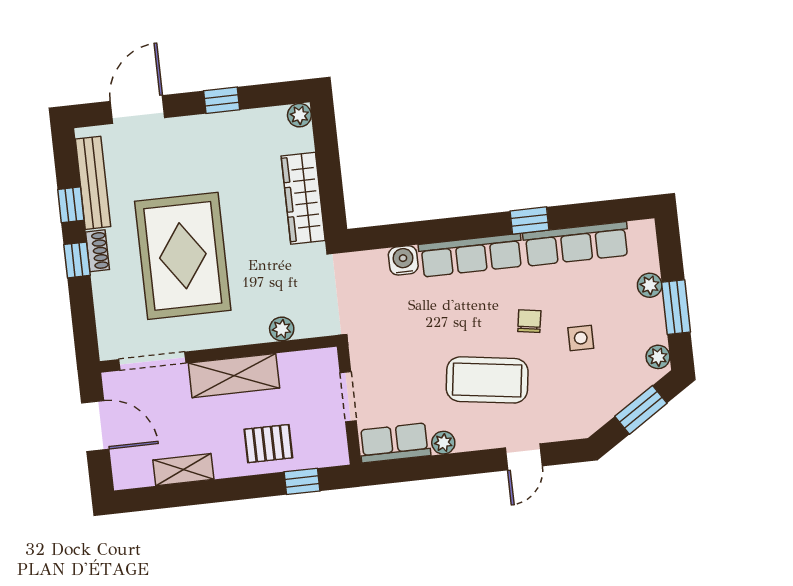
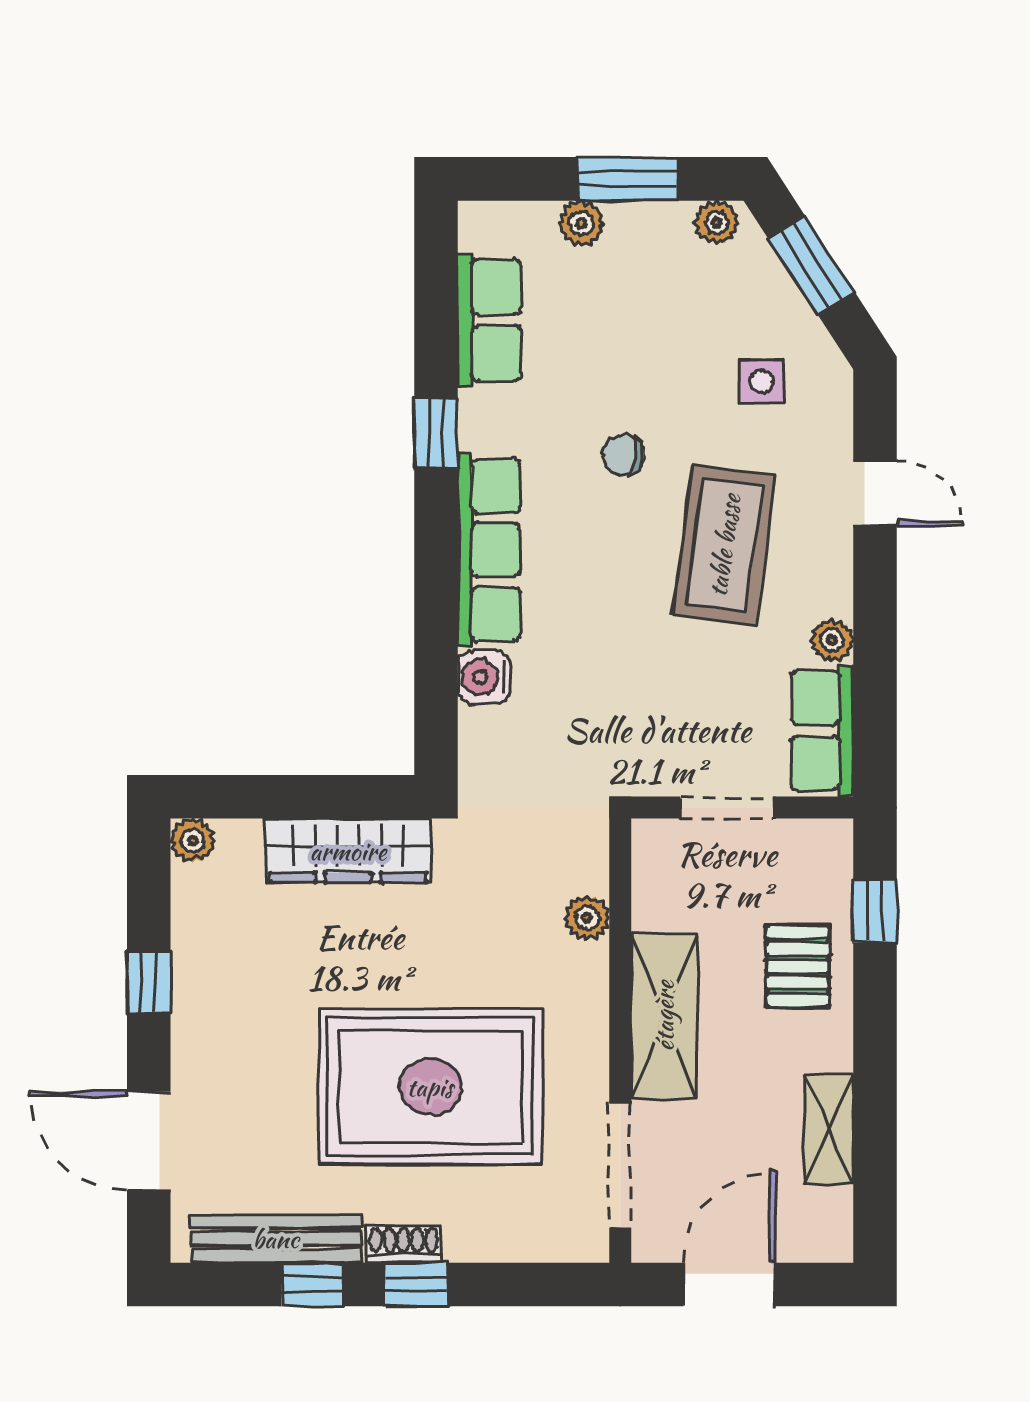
row of seats: (576, 244) -> (489, 320), width x0.68
side table: (581, 338) -> (762, 381), moved

